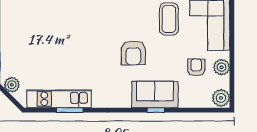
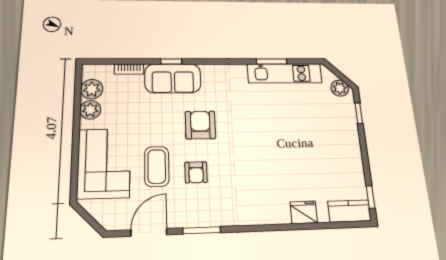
armchair: (196, 67) -> (196, 172), moved
plant: (221, 98) -> (92, 89), moved
bookcase: (191, 103) -> (129, 69), added

